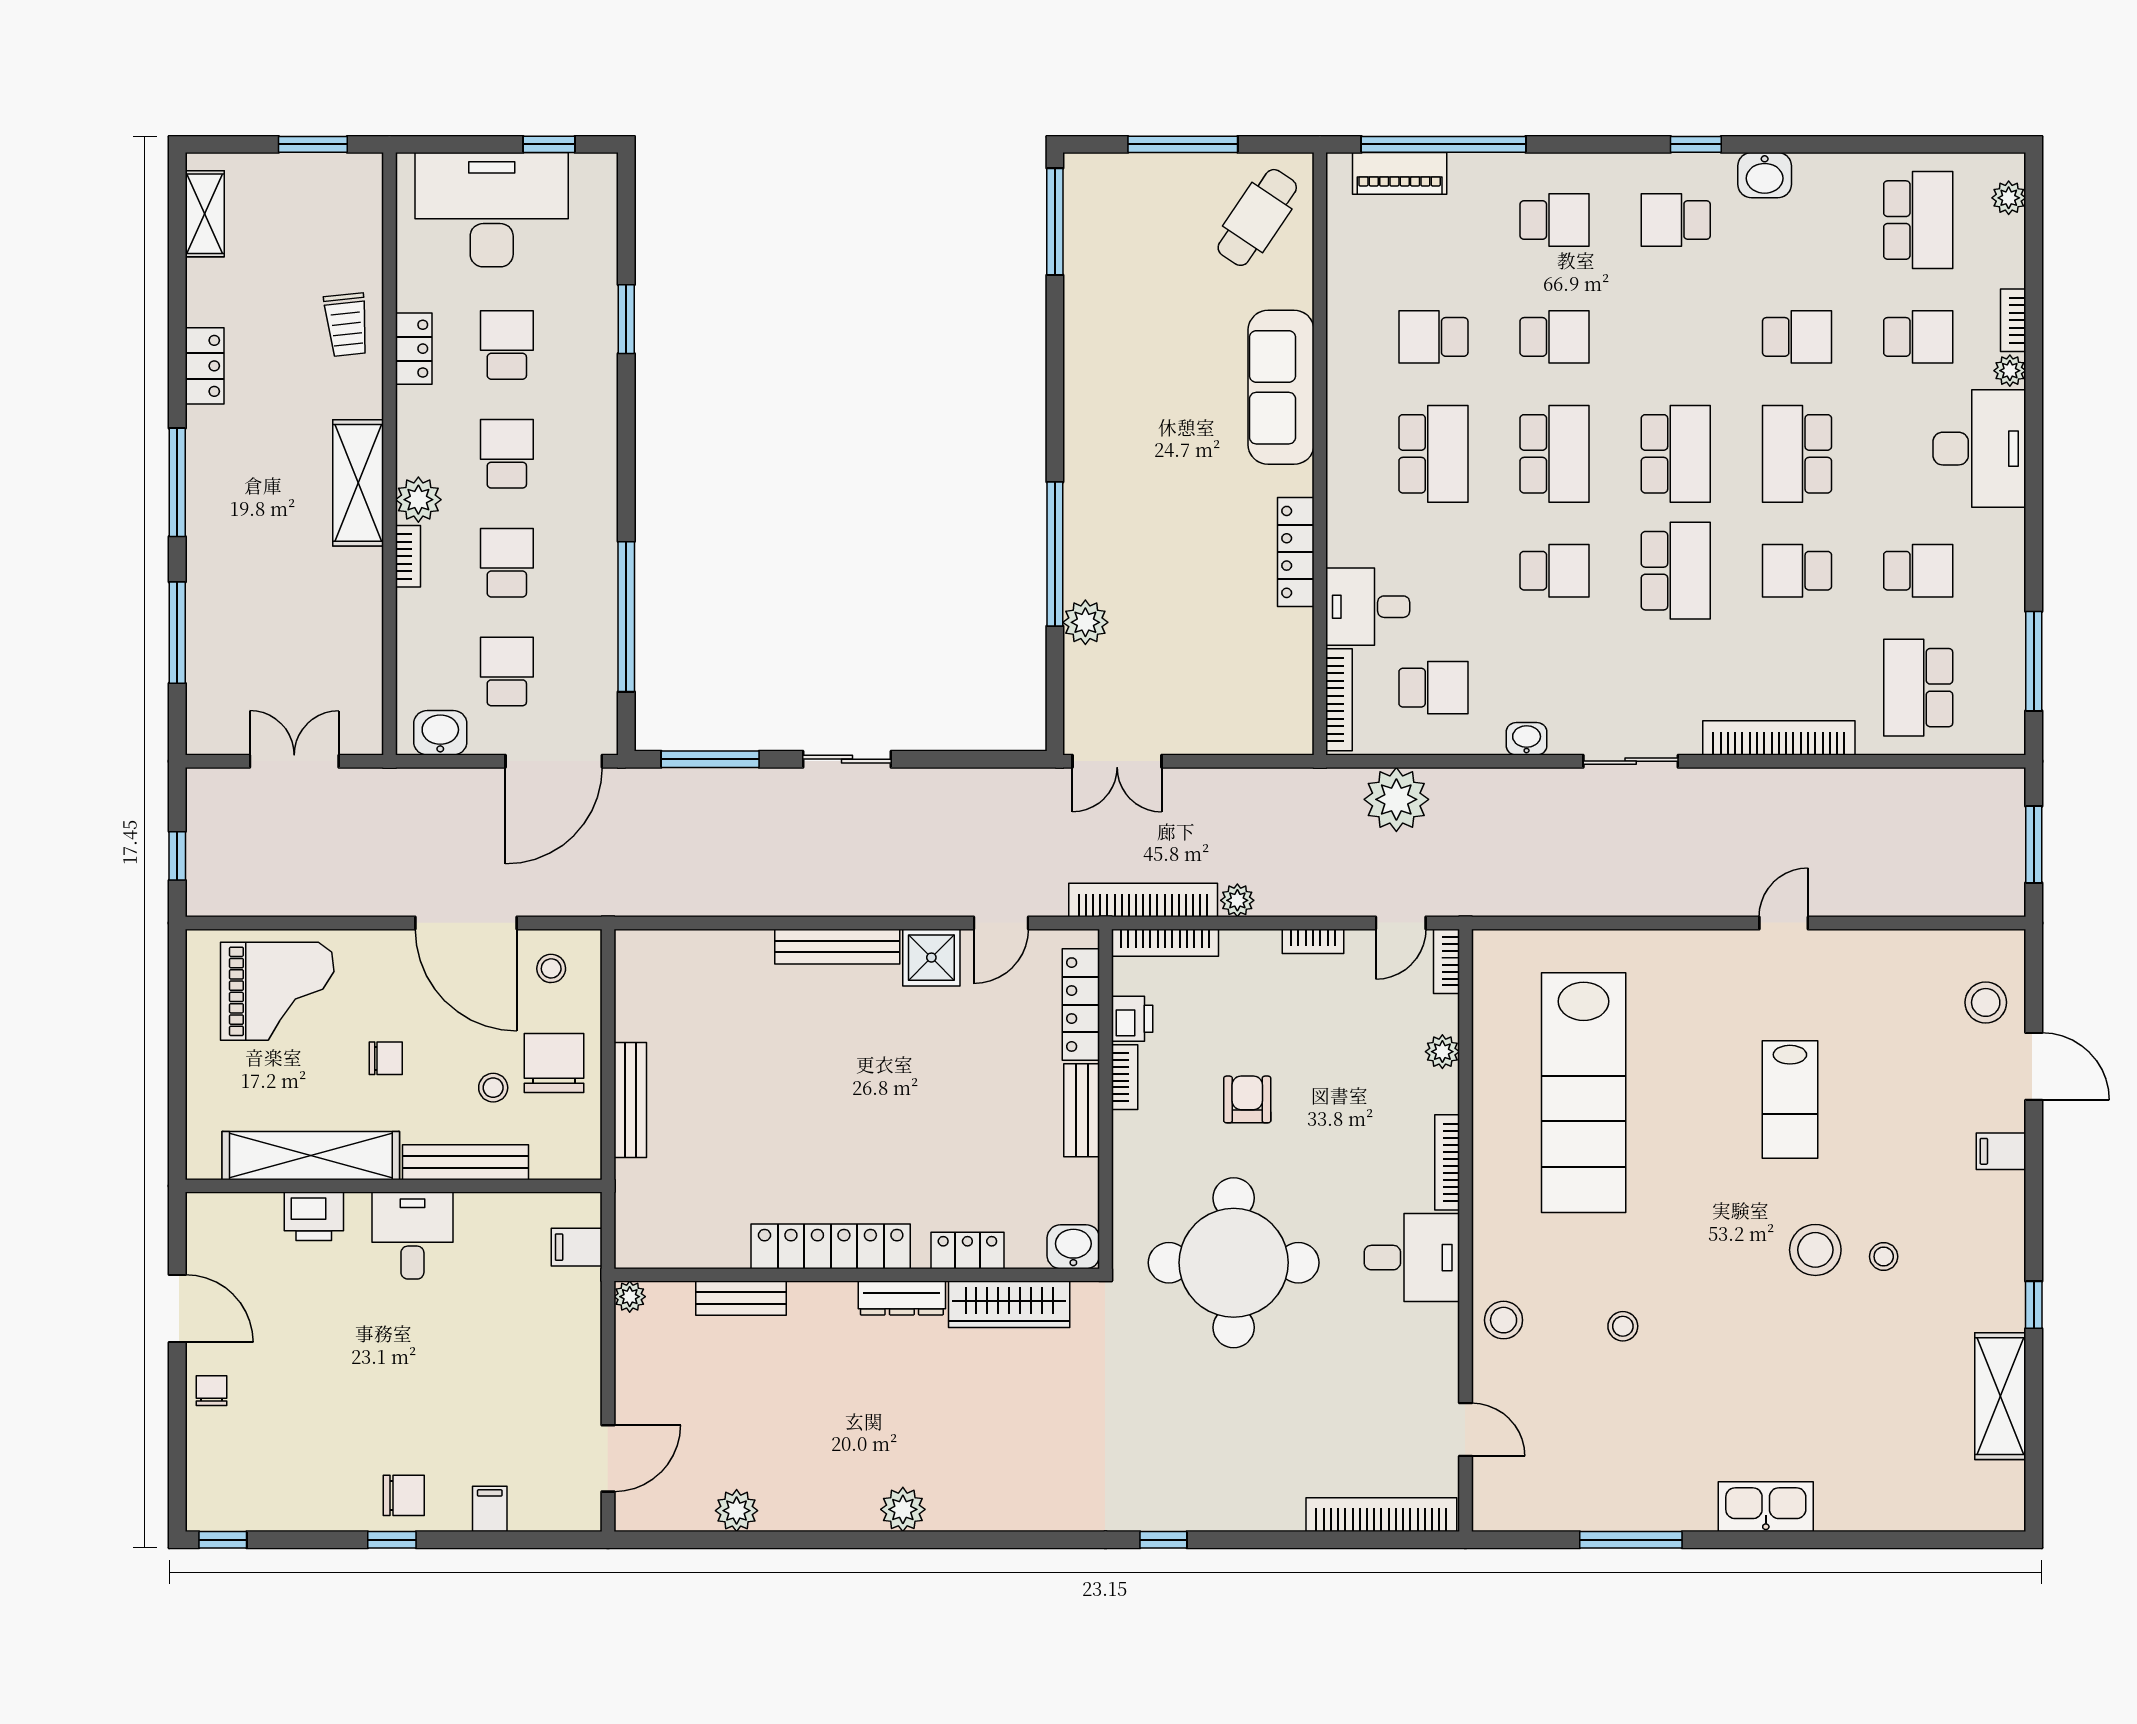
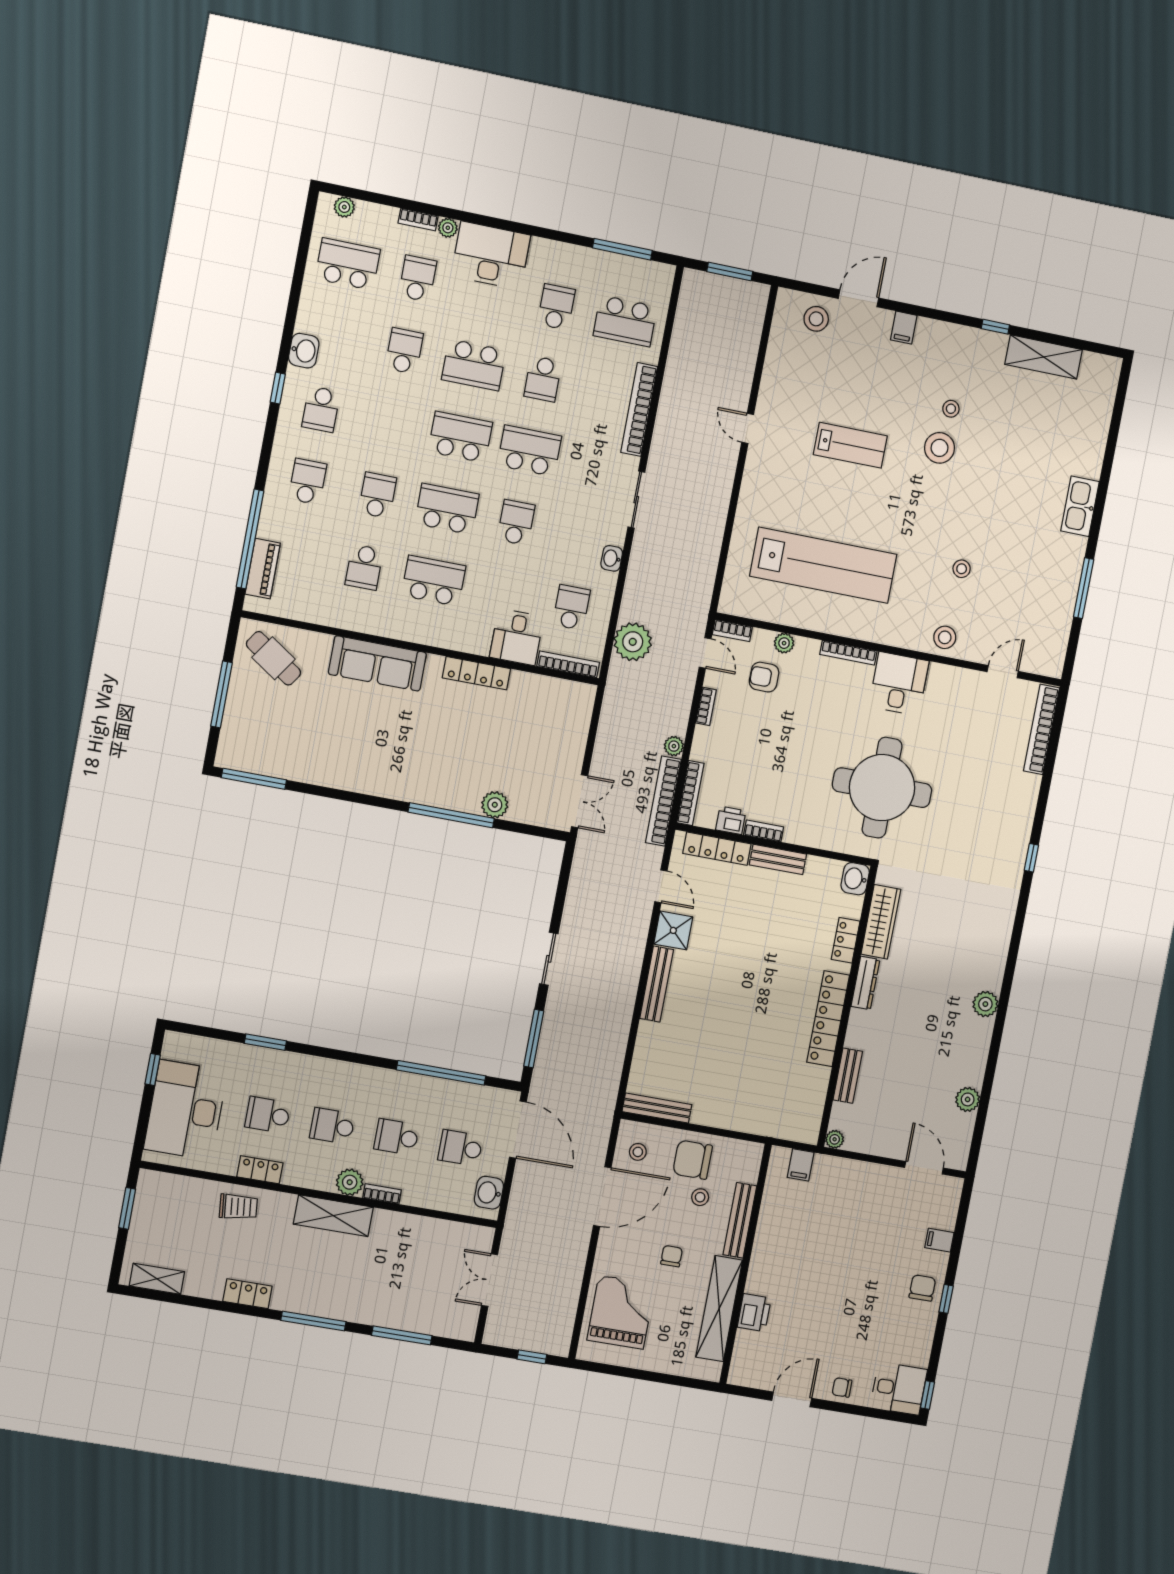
armchair: (1247, 1099) -> (764, 677), moved
bench: (630, 1100) -> (657, 1108), moved
desk: (412, 1236) -> (899, 1389), moved, turned 180

